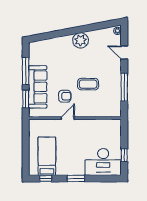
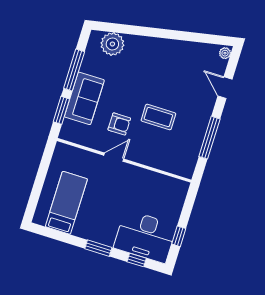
plant: (81, 40) -> (112, 44), moved
sofa: (38, 87) -> (84, 98), width x0.73
window: (46, 178) -> (137, 260), moved

